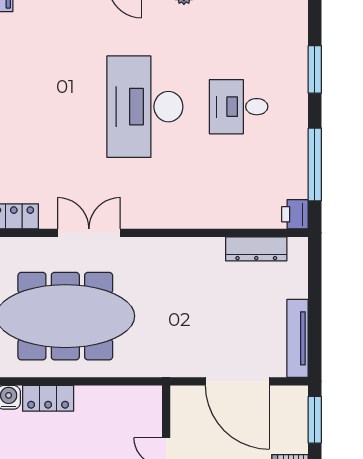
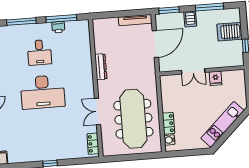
window: (315, 69) -> (21, 22), width x1.44
printer: (295, 214) -> (58, 27), moved
dresser: (256, 249) -> (101, 67), moved

